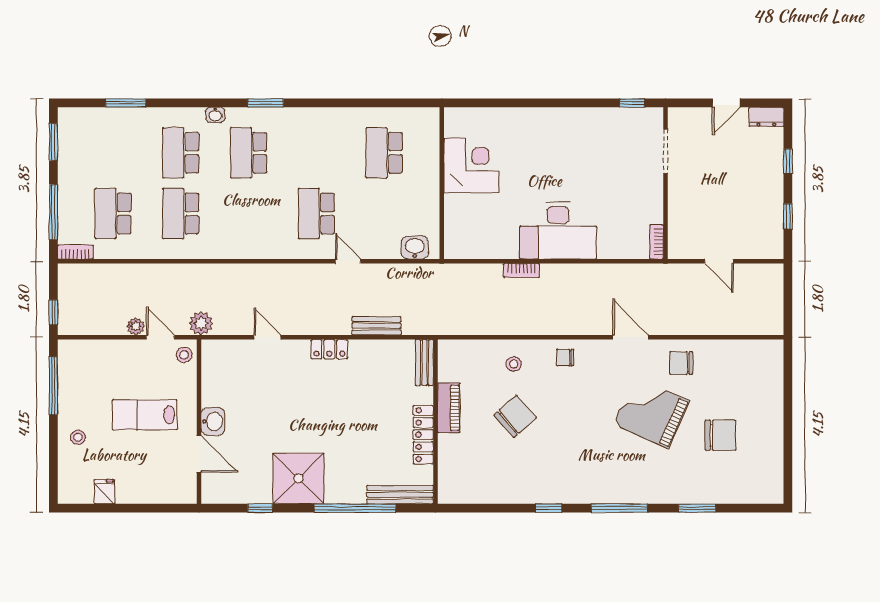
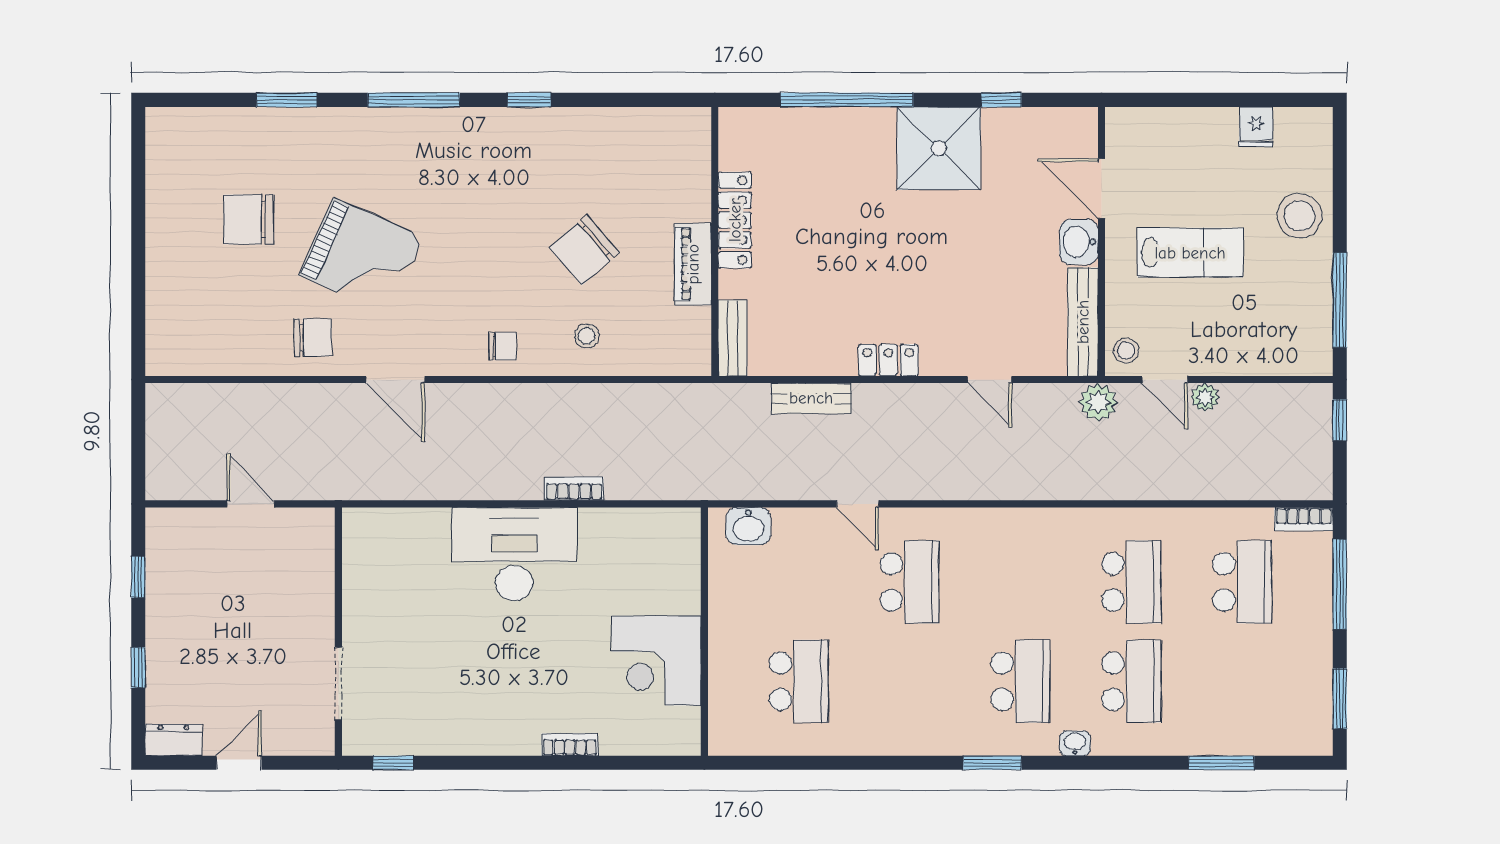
bookcase: (657, 242) -> (570, 745), moved, turned -90
stool: (78, 437) -> (1299, 216), width x1.89, depth x1.89
bench: (400, 495) -> (1083, 322), moved, turned 90

